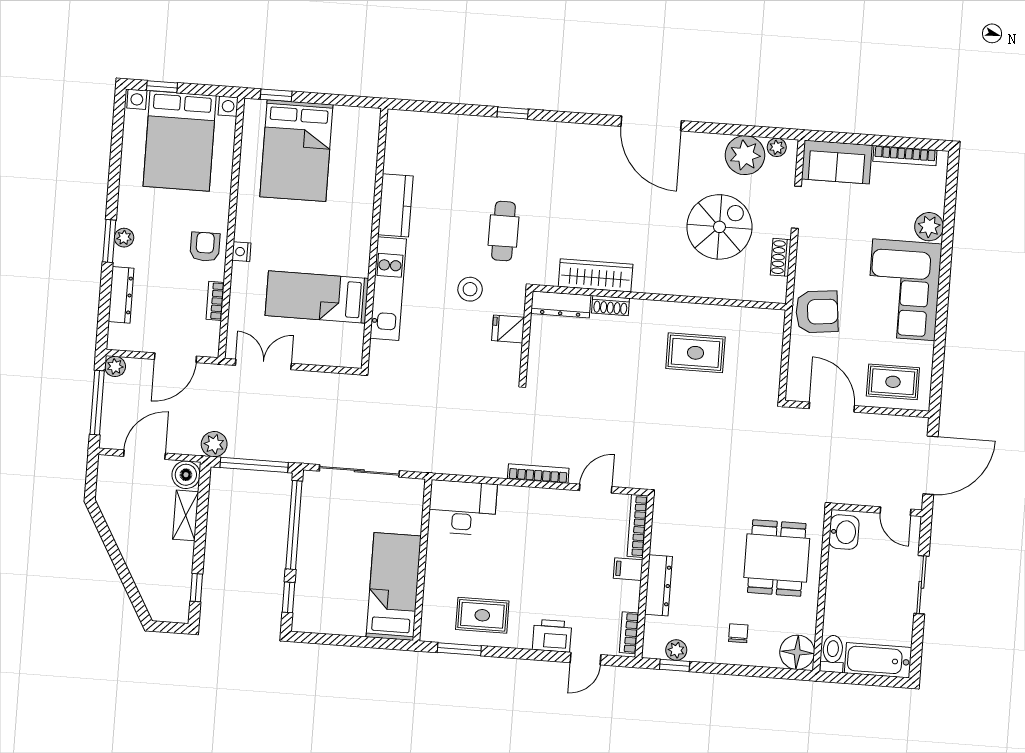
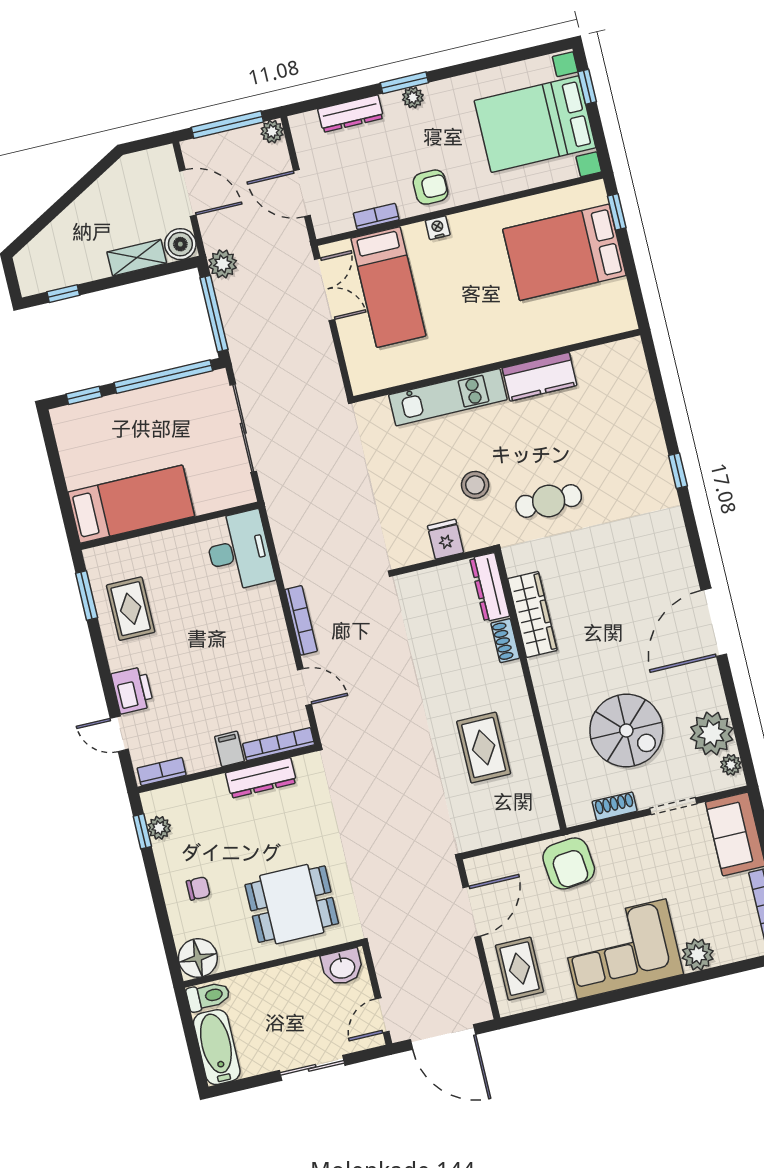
bed: (317, 297) -> (388, 287), moved, turned 180
dresser: (659, 585) -> (261, 778), moved

